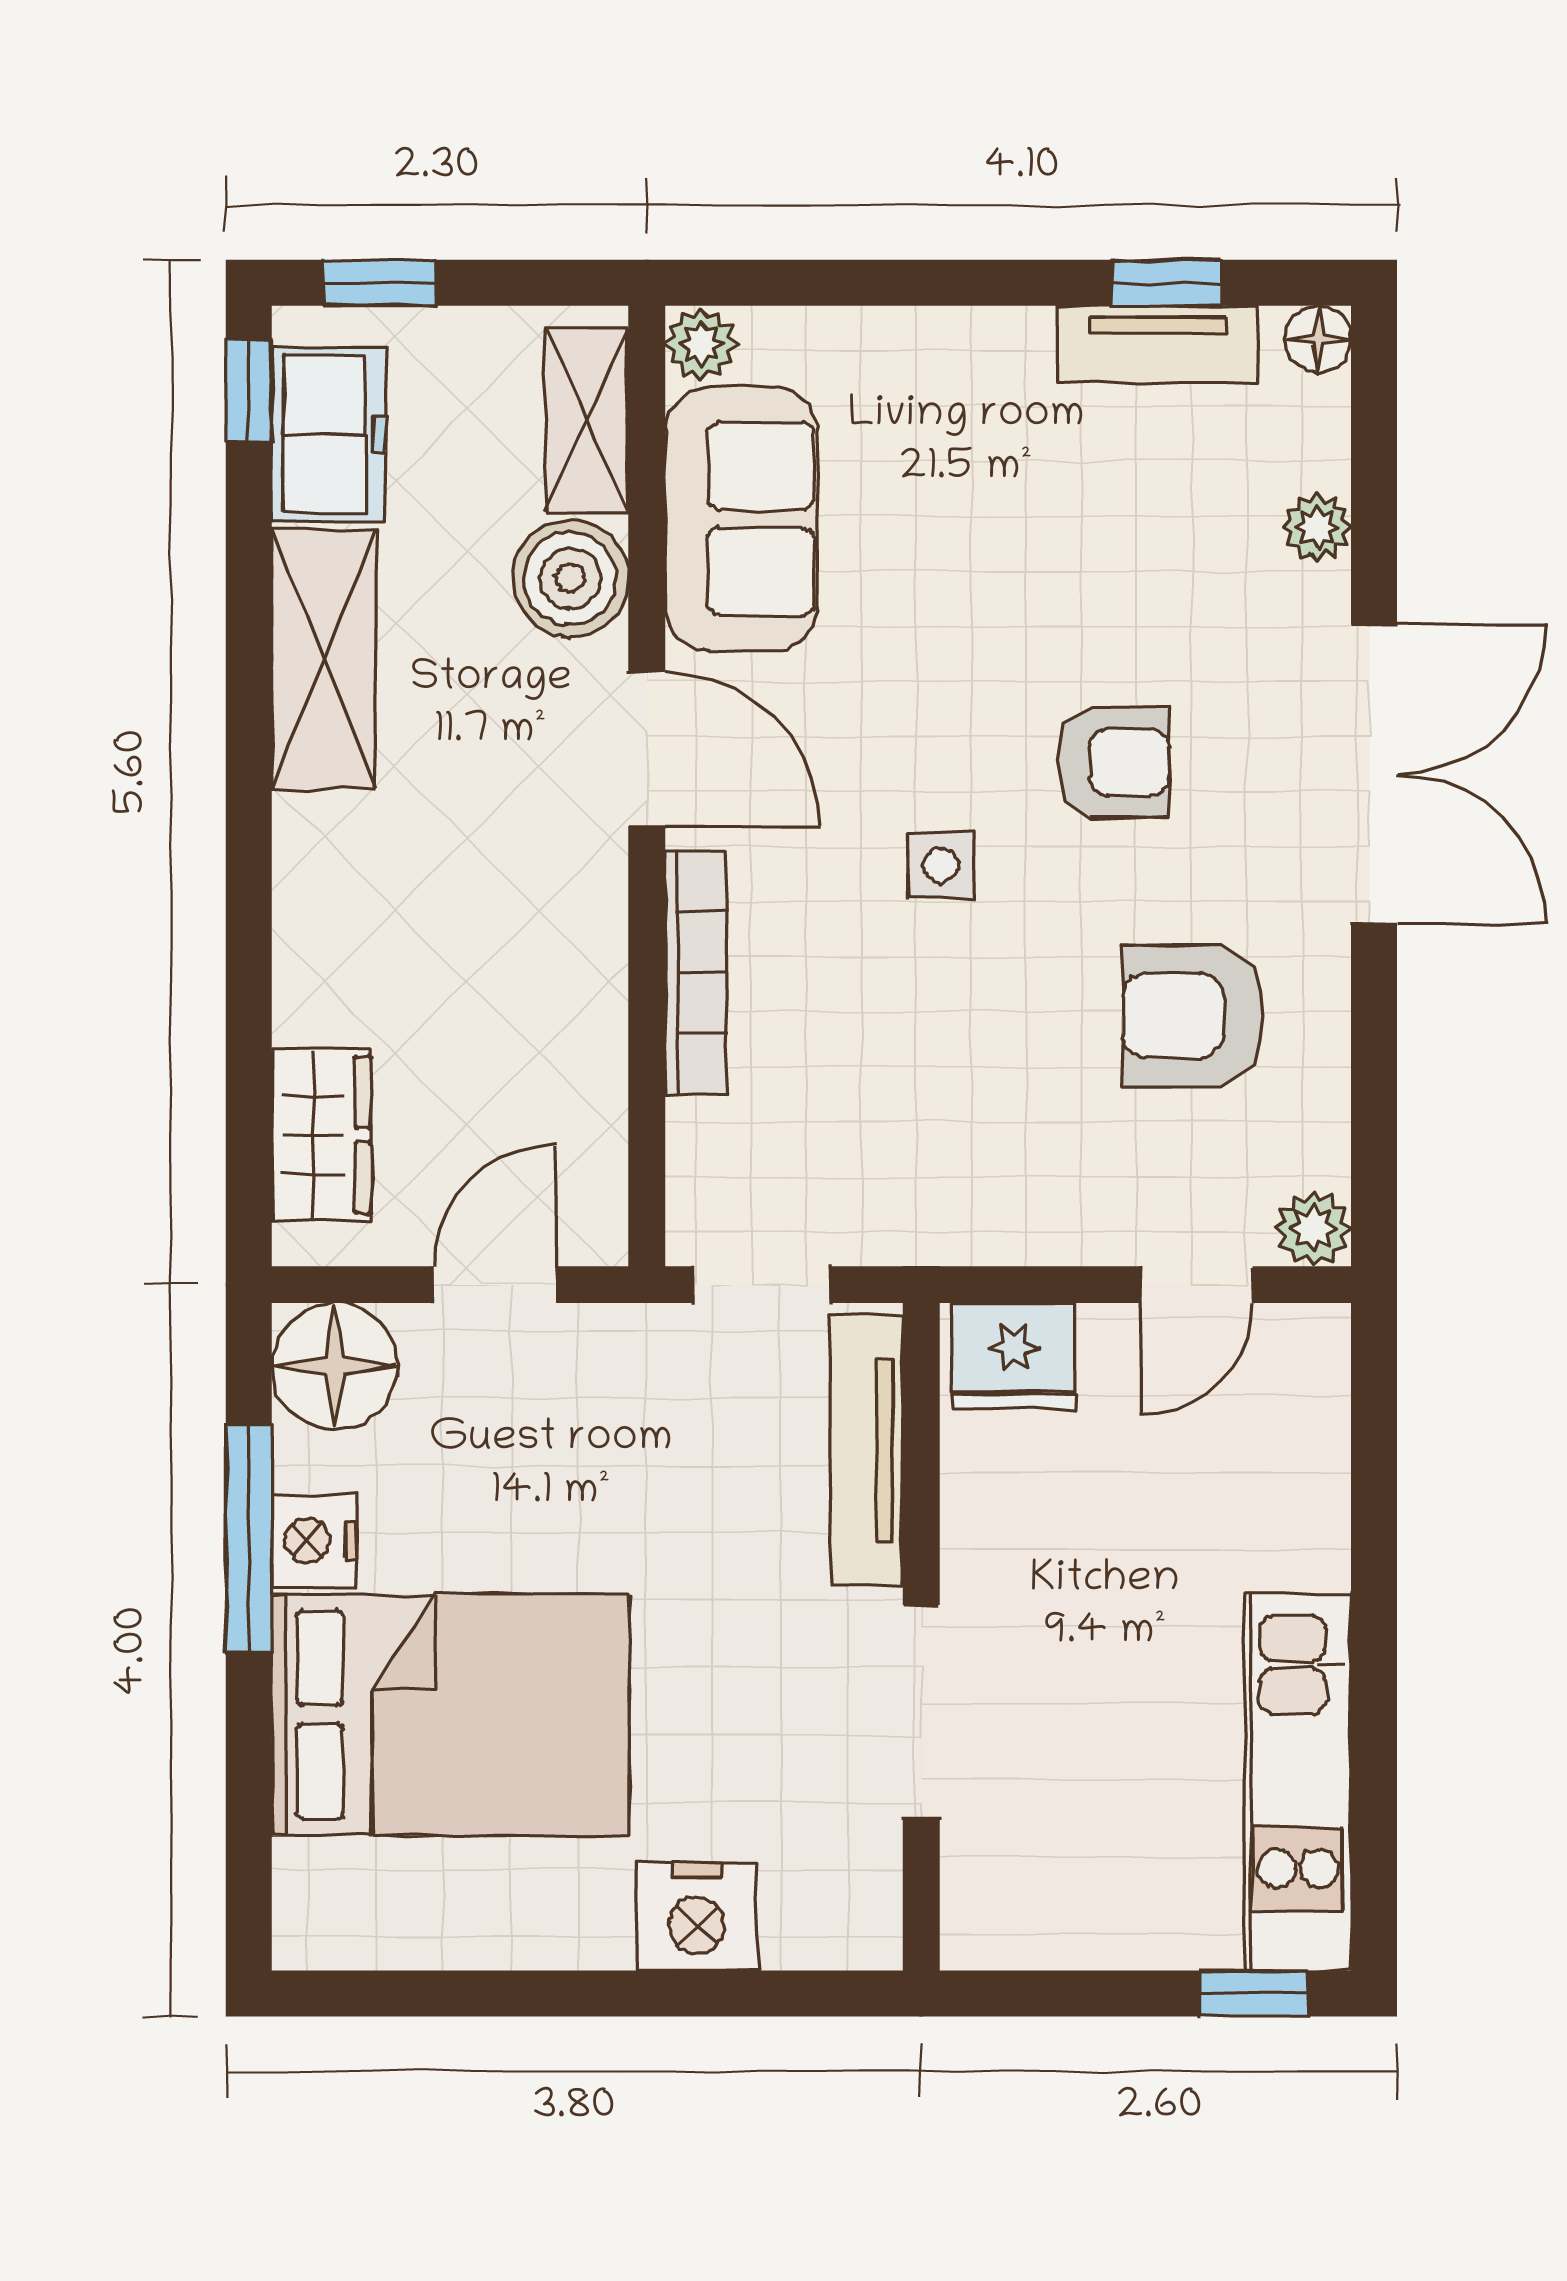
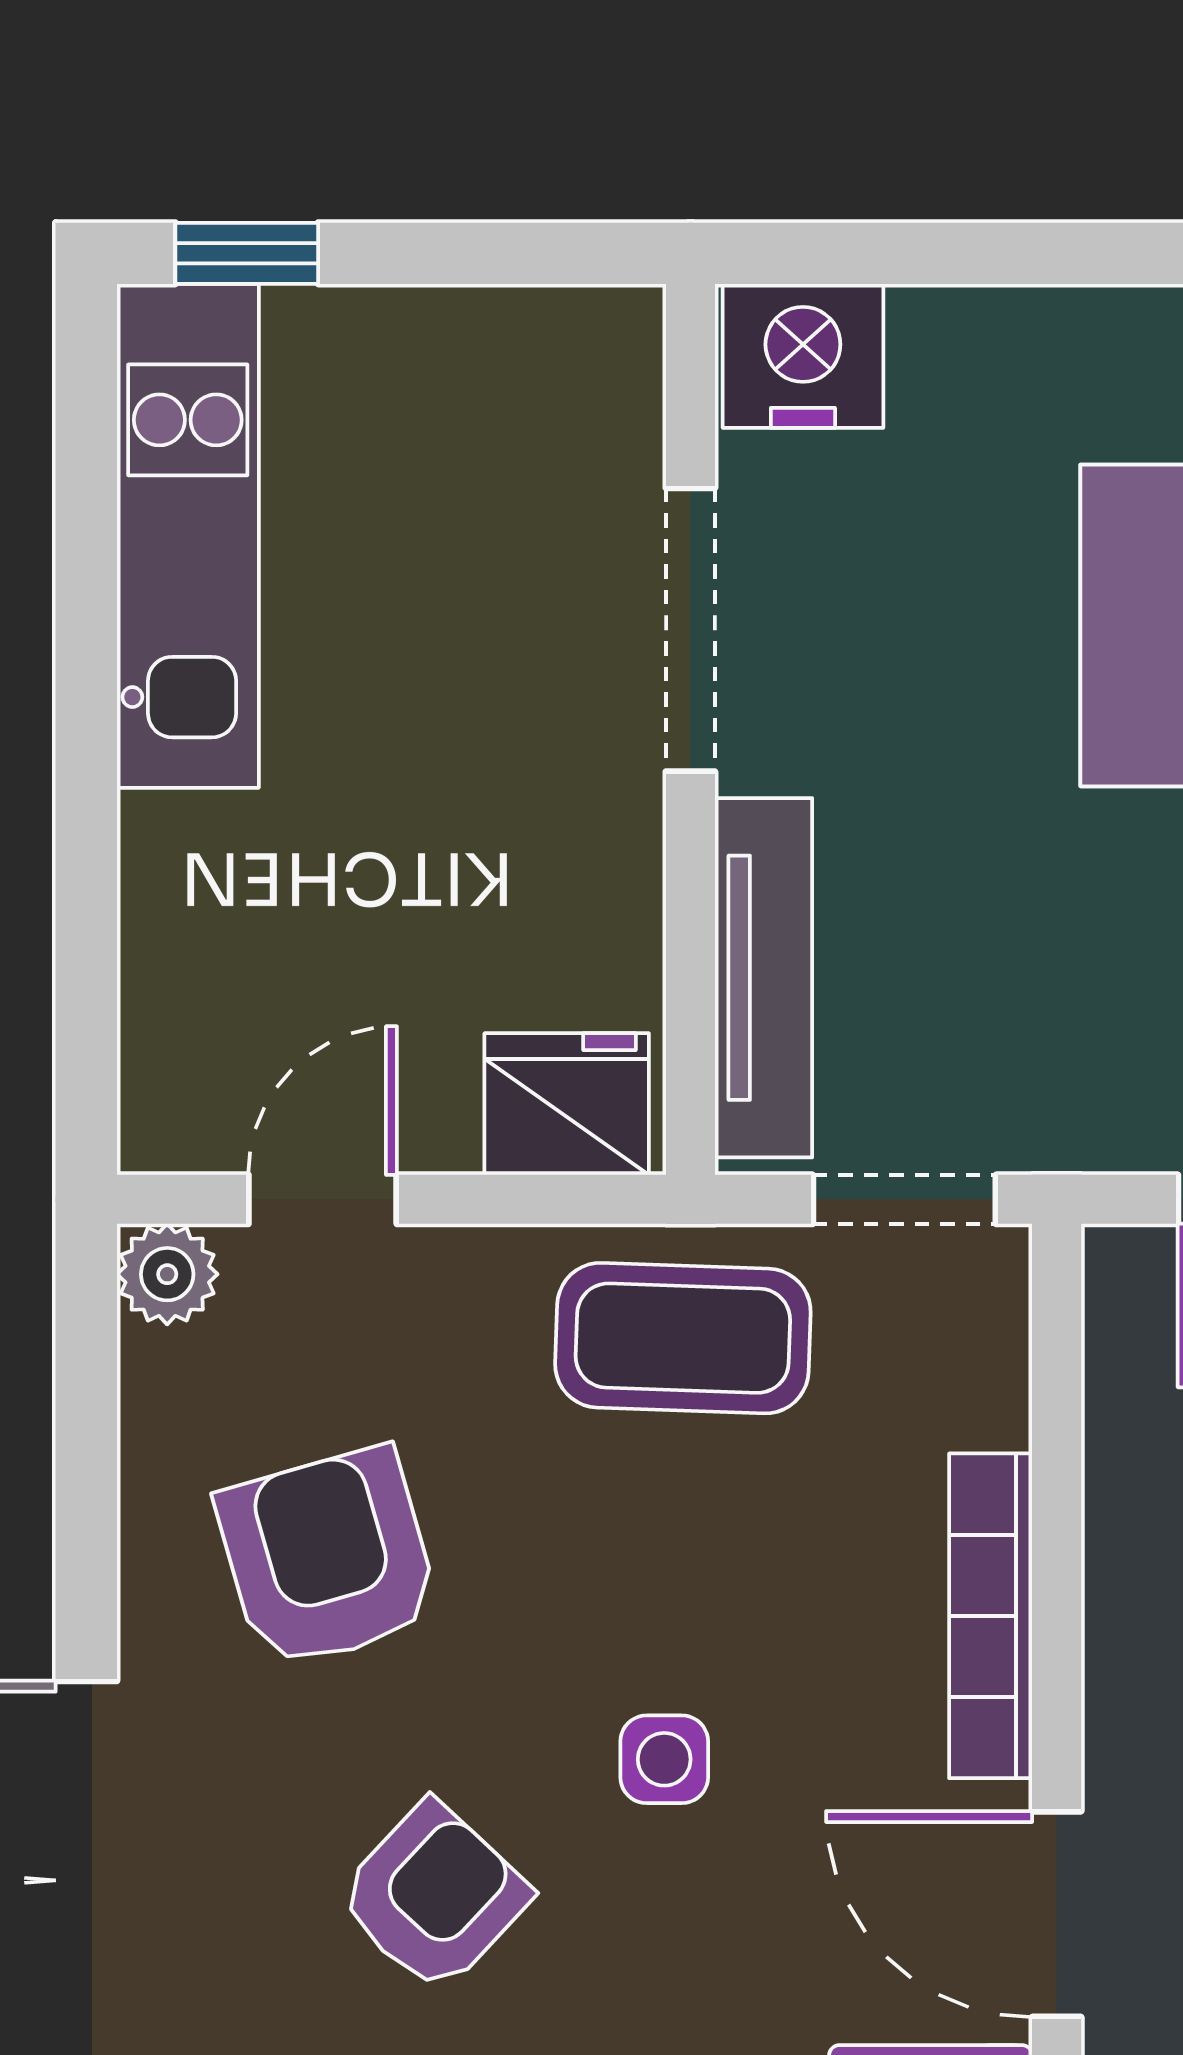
armchair: (1114, 762) -> (434, 1897), turned 133
armchair: (1193, 1016) -> (328, 1558), turned -106
coffee table: (927, 1181) -> (683, 1338), added
nightstand: (697, 1917) -> (803, 356), moved

